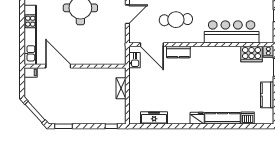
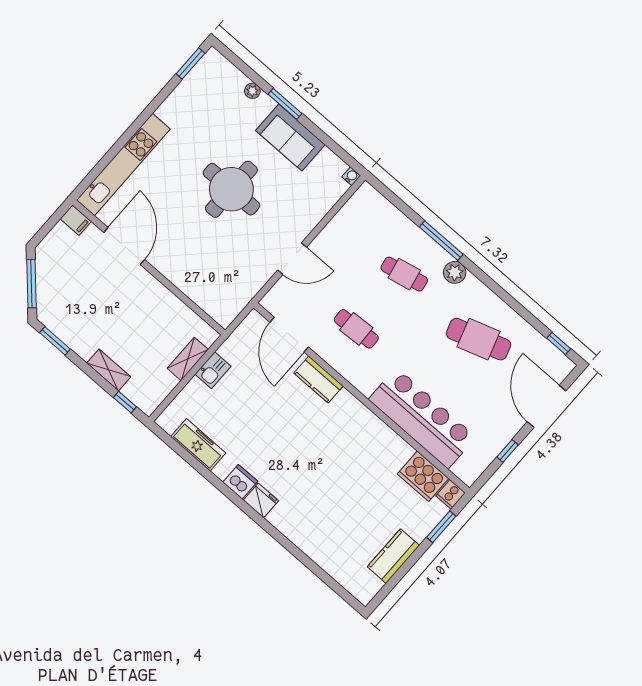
cafe table: (176, 20) -> (356, 329), width x0.73, depth x0.74
kitchen sink: (134, 60) -> (213, 370), moved
kitchen counter: (223, 118) -> (298, 533), removed
dishwasher: (248, 118) -> (240, 482), moved
shelving: (94, 119) -> (109, 370), added

